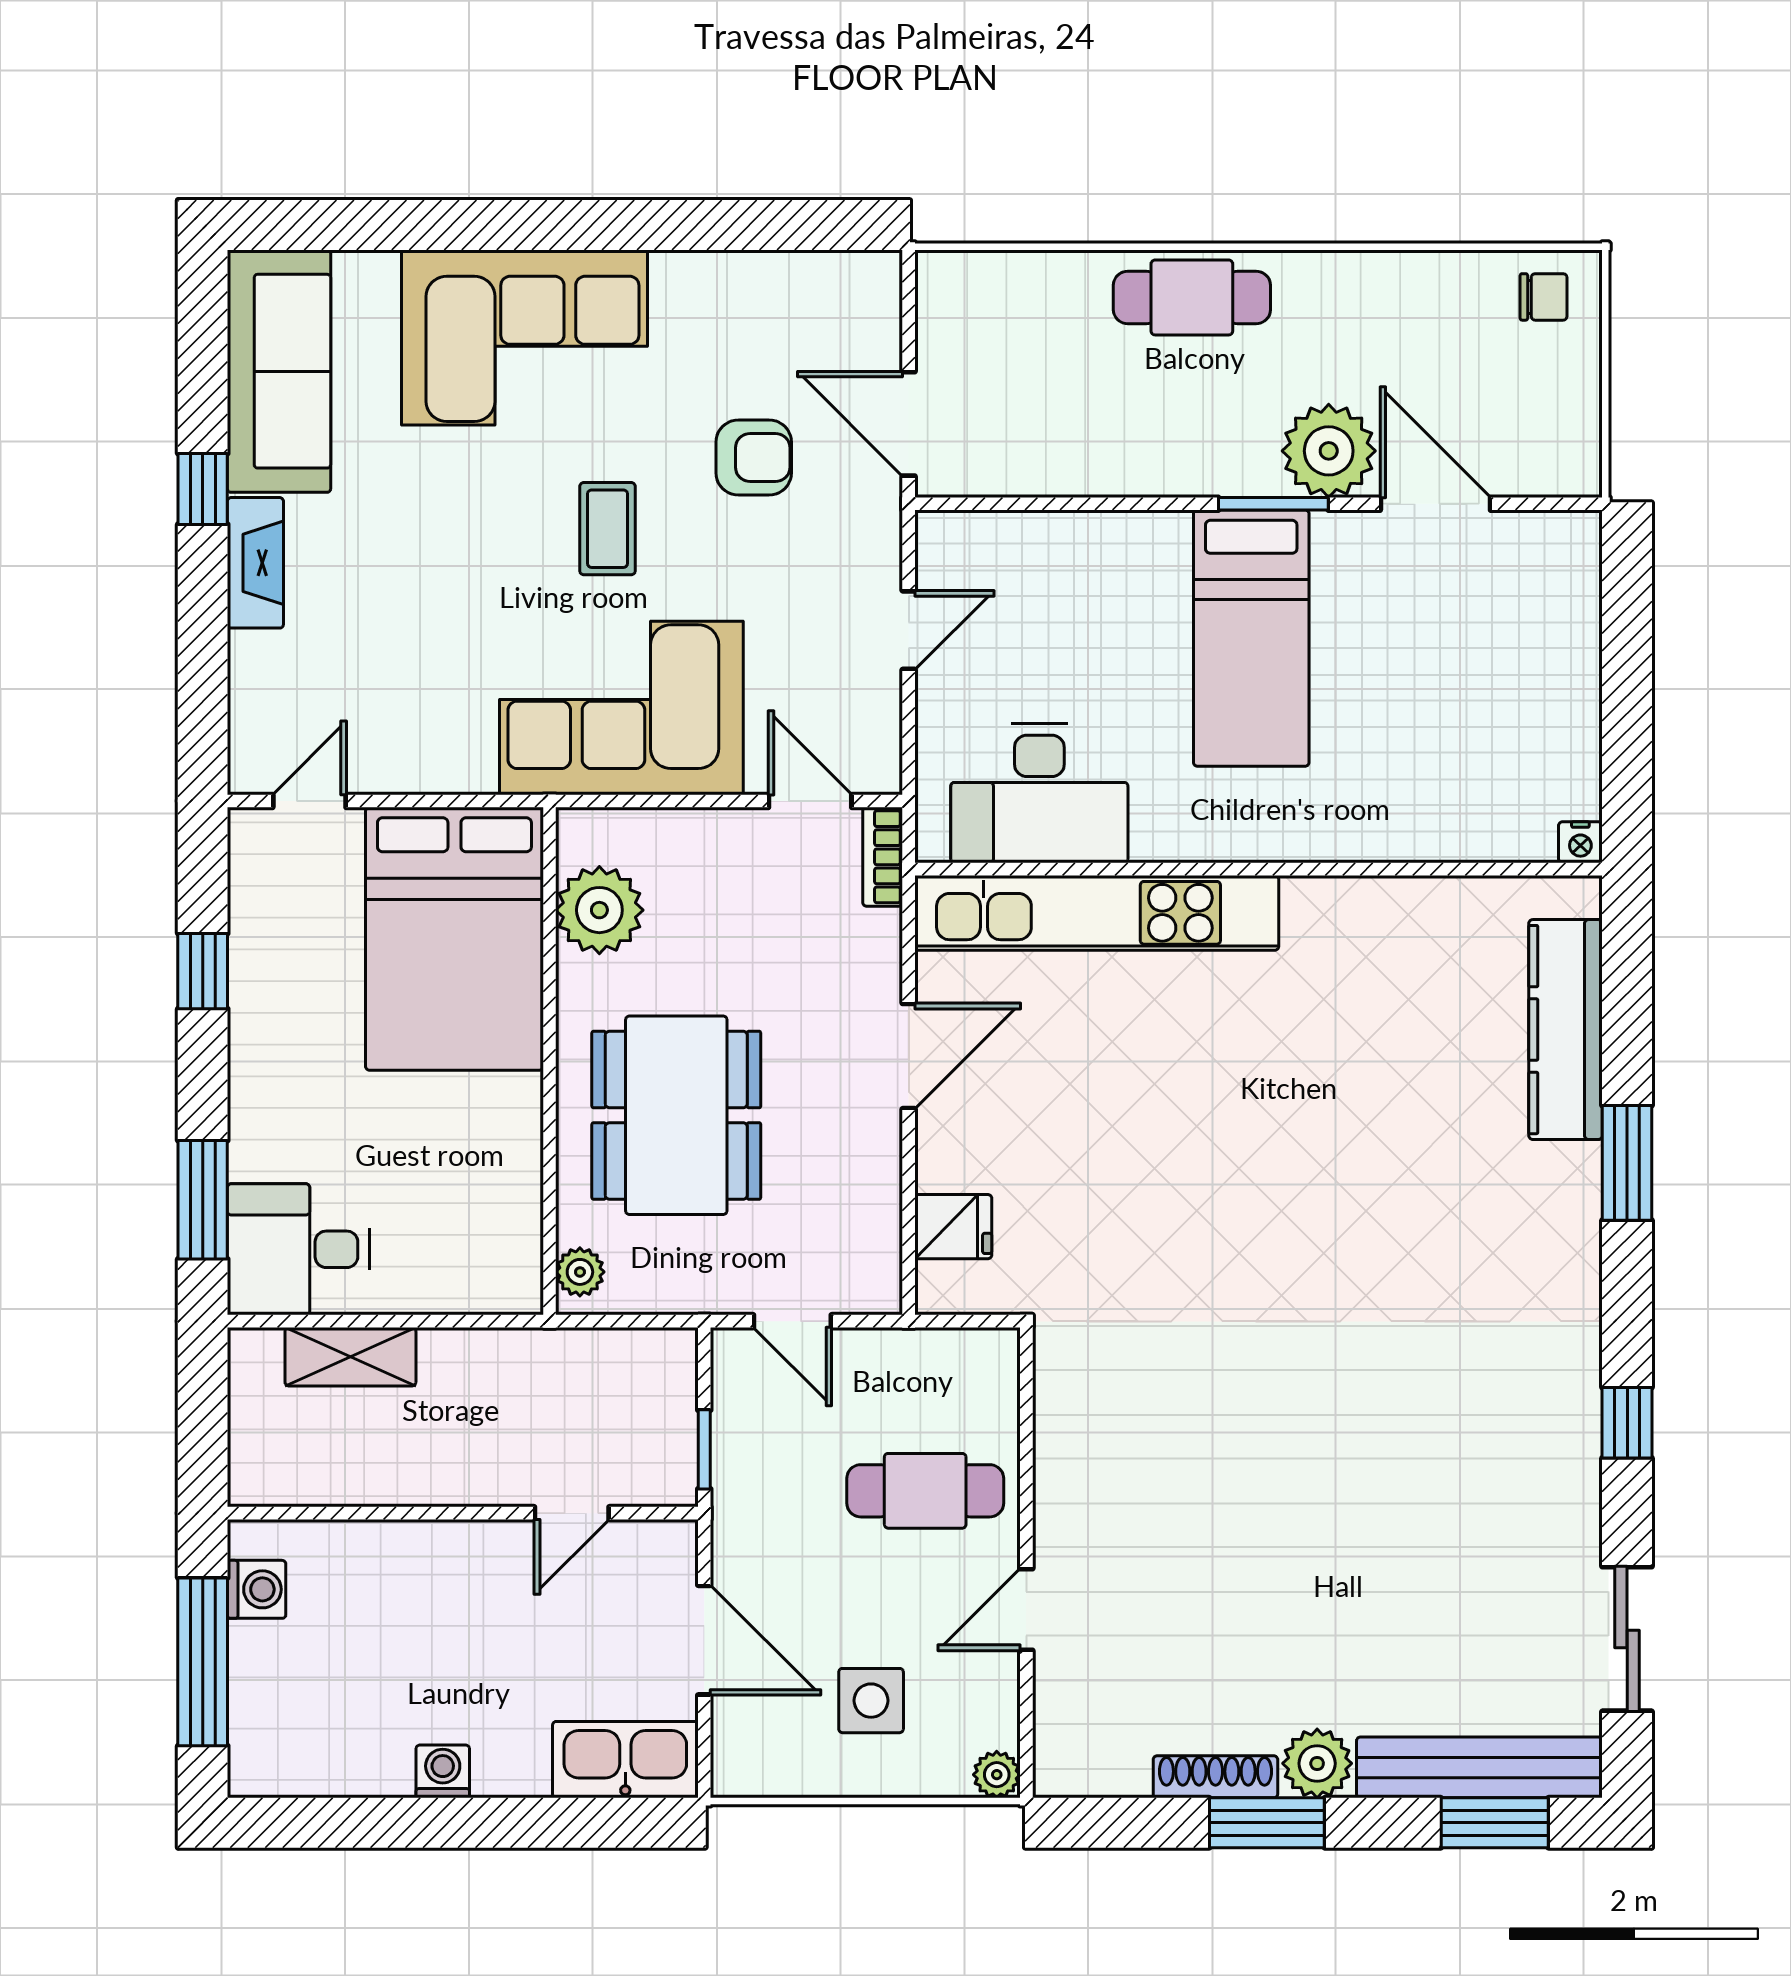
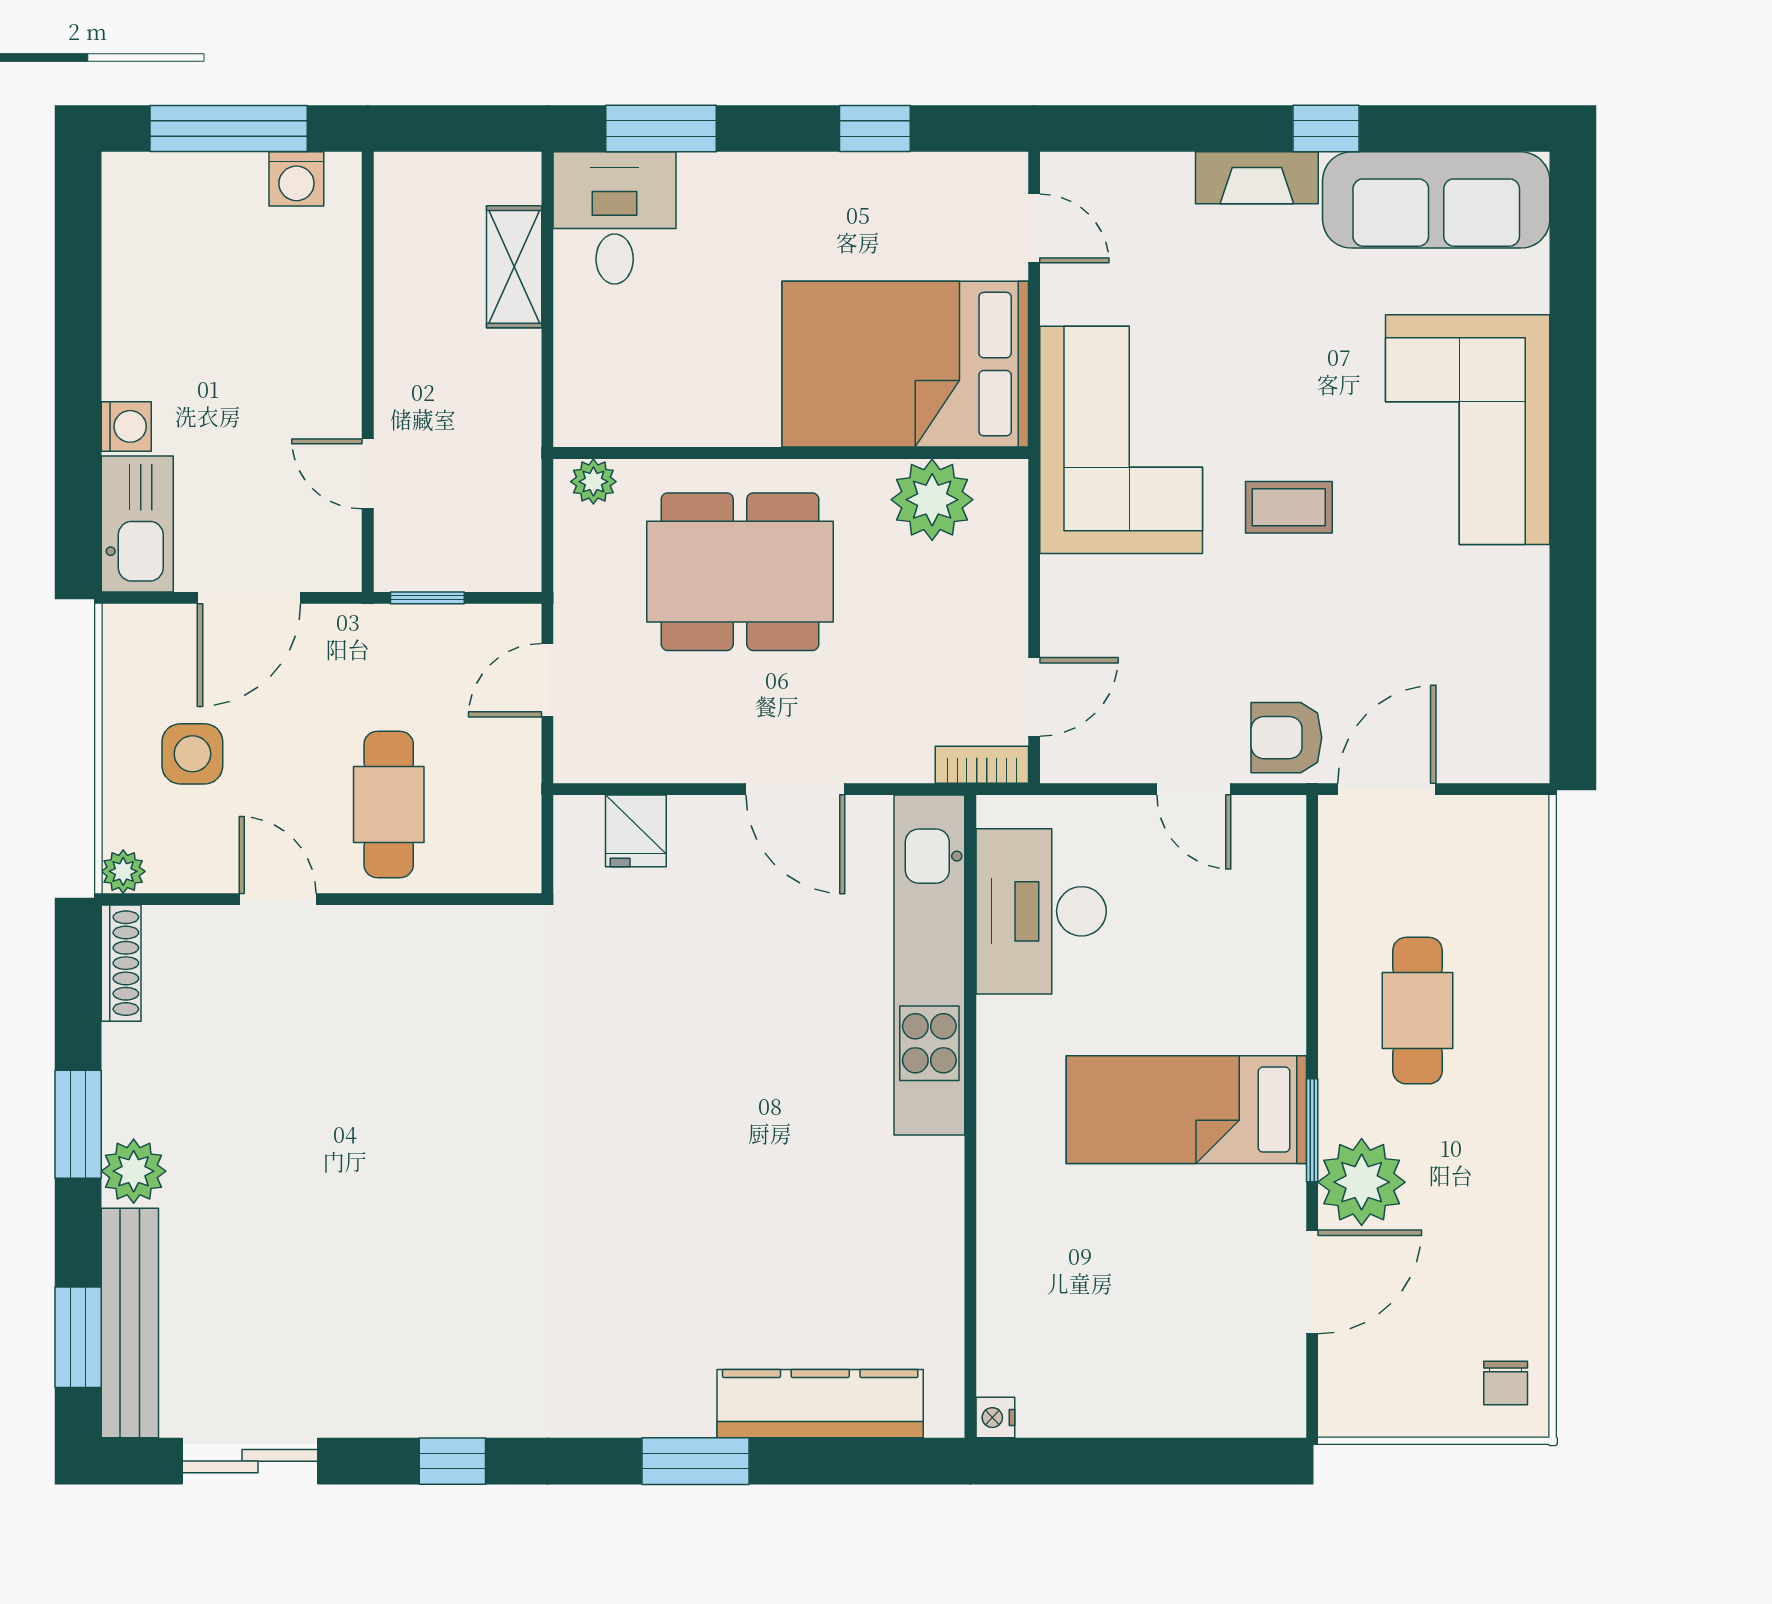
cafe table: (1192, 297) -> (1418, 1011), moved
armchair: (754, 458) -> (1286, 738), moved, turned 90
corner sofa: (621, 708) -> (1121, 440), moved
washing machine: (443, 1771) -> (126, 426), moved
shoe rack: (1215, 1777) -> (121, 963), moved

